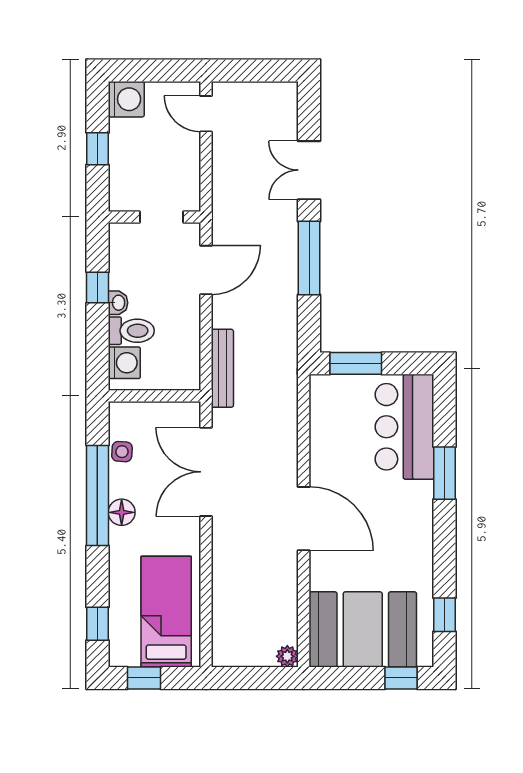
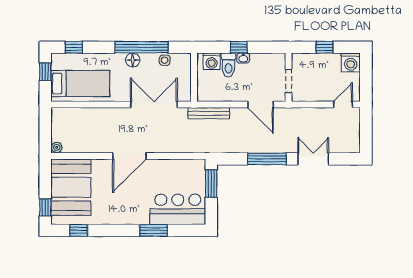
window: (97, 288) -> (239, 47), moved

